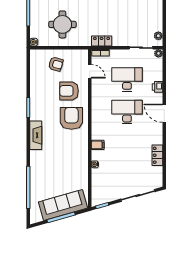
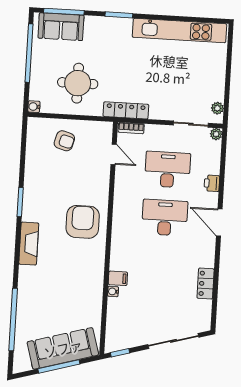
locker: (102, 41) -> (126, 110), width x1.53
armchair: (69, 91) -> (81, 181), removed
filing cabinet: (98, 145) -> (118, 278), moved

